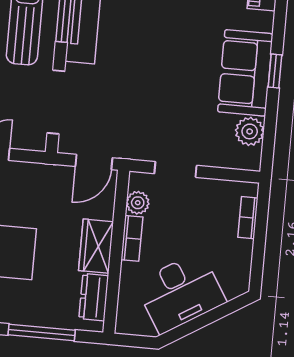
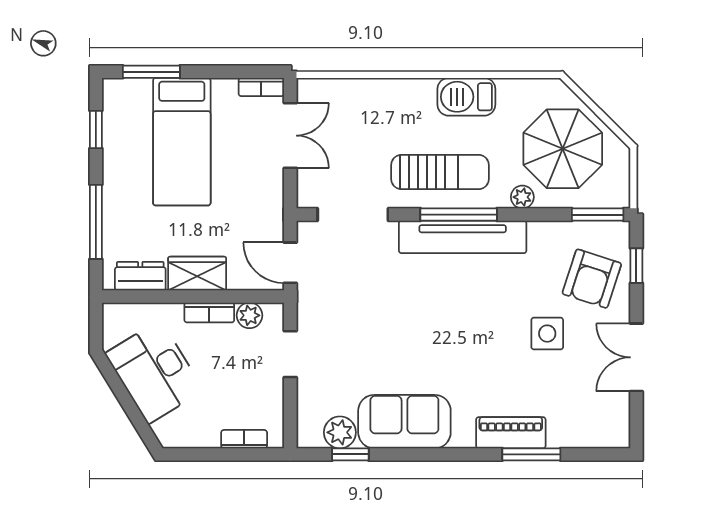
window: (275, 71) -> (350, 454), moved

